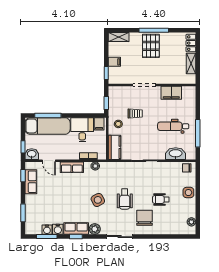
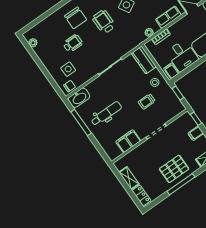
pallet: (151, 46) -> (174, 169), turned 90
washbasin: (176, 154) -> (79, 98), moved
side table: (188, 193) -> (68, 69), moved

